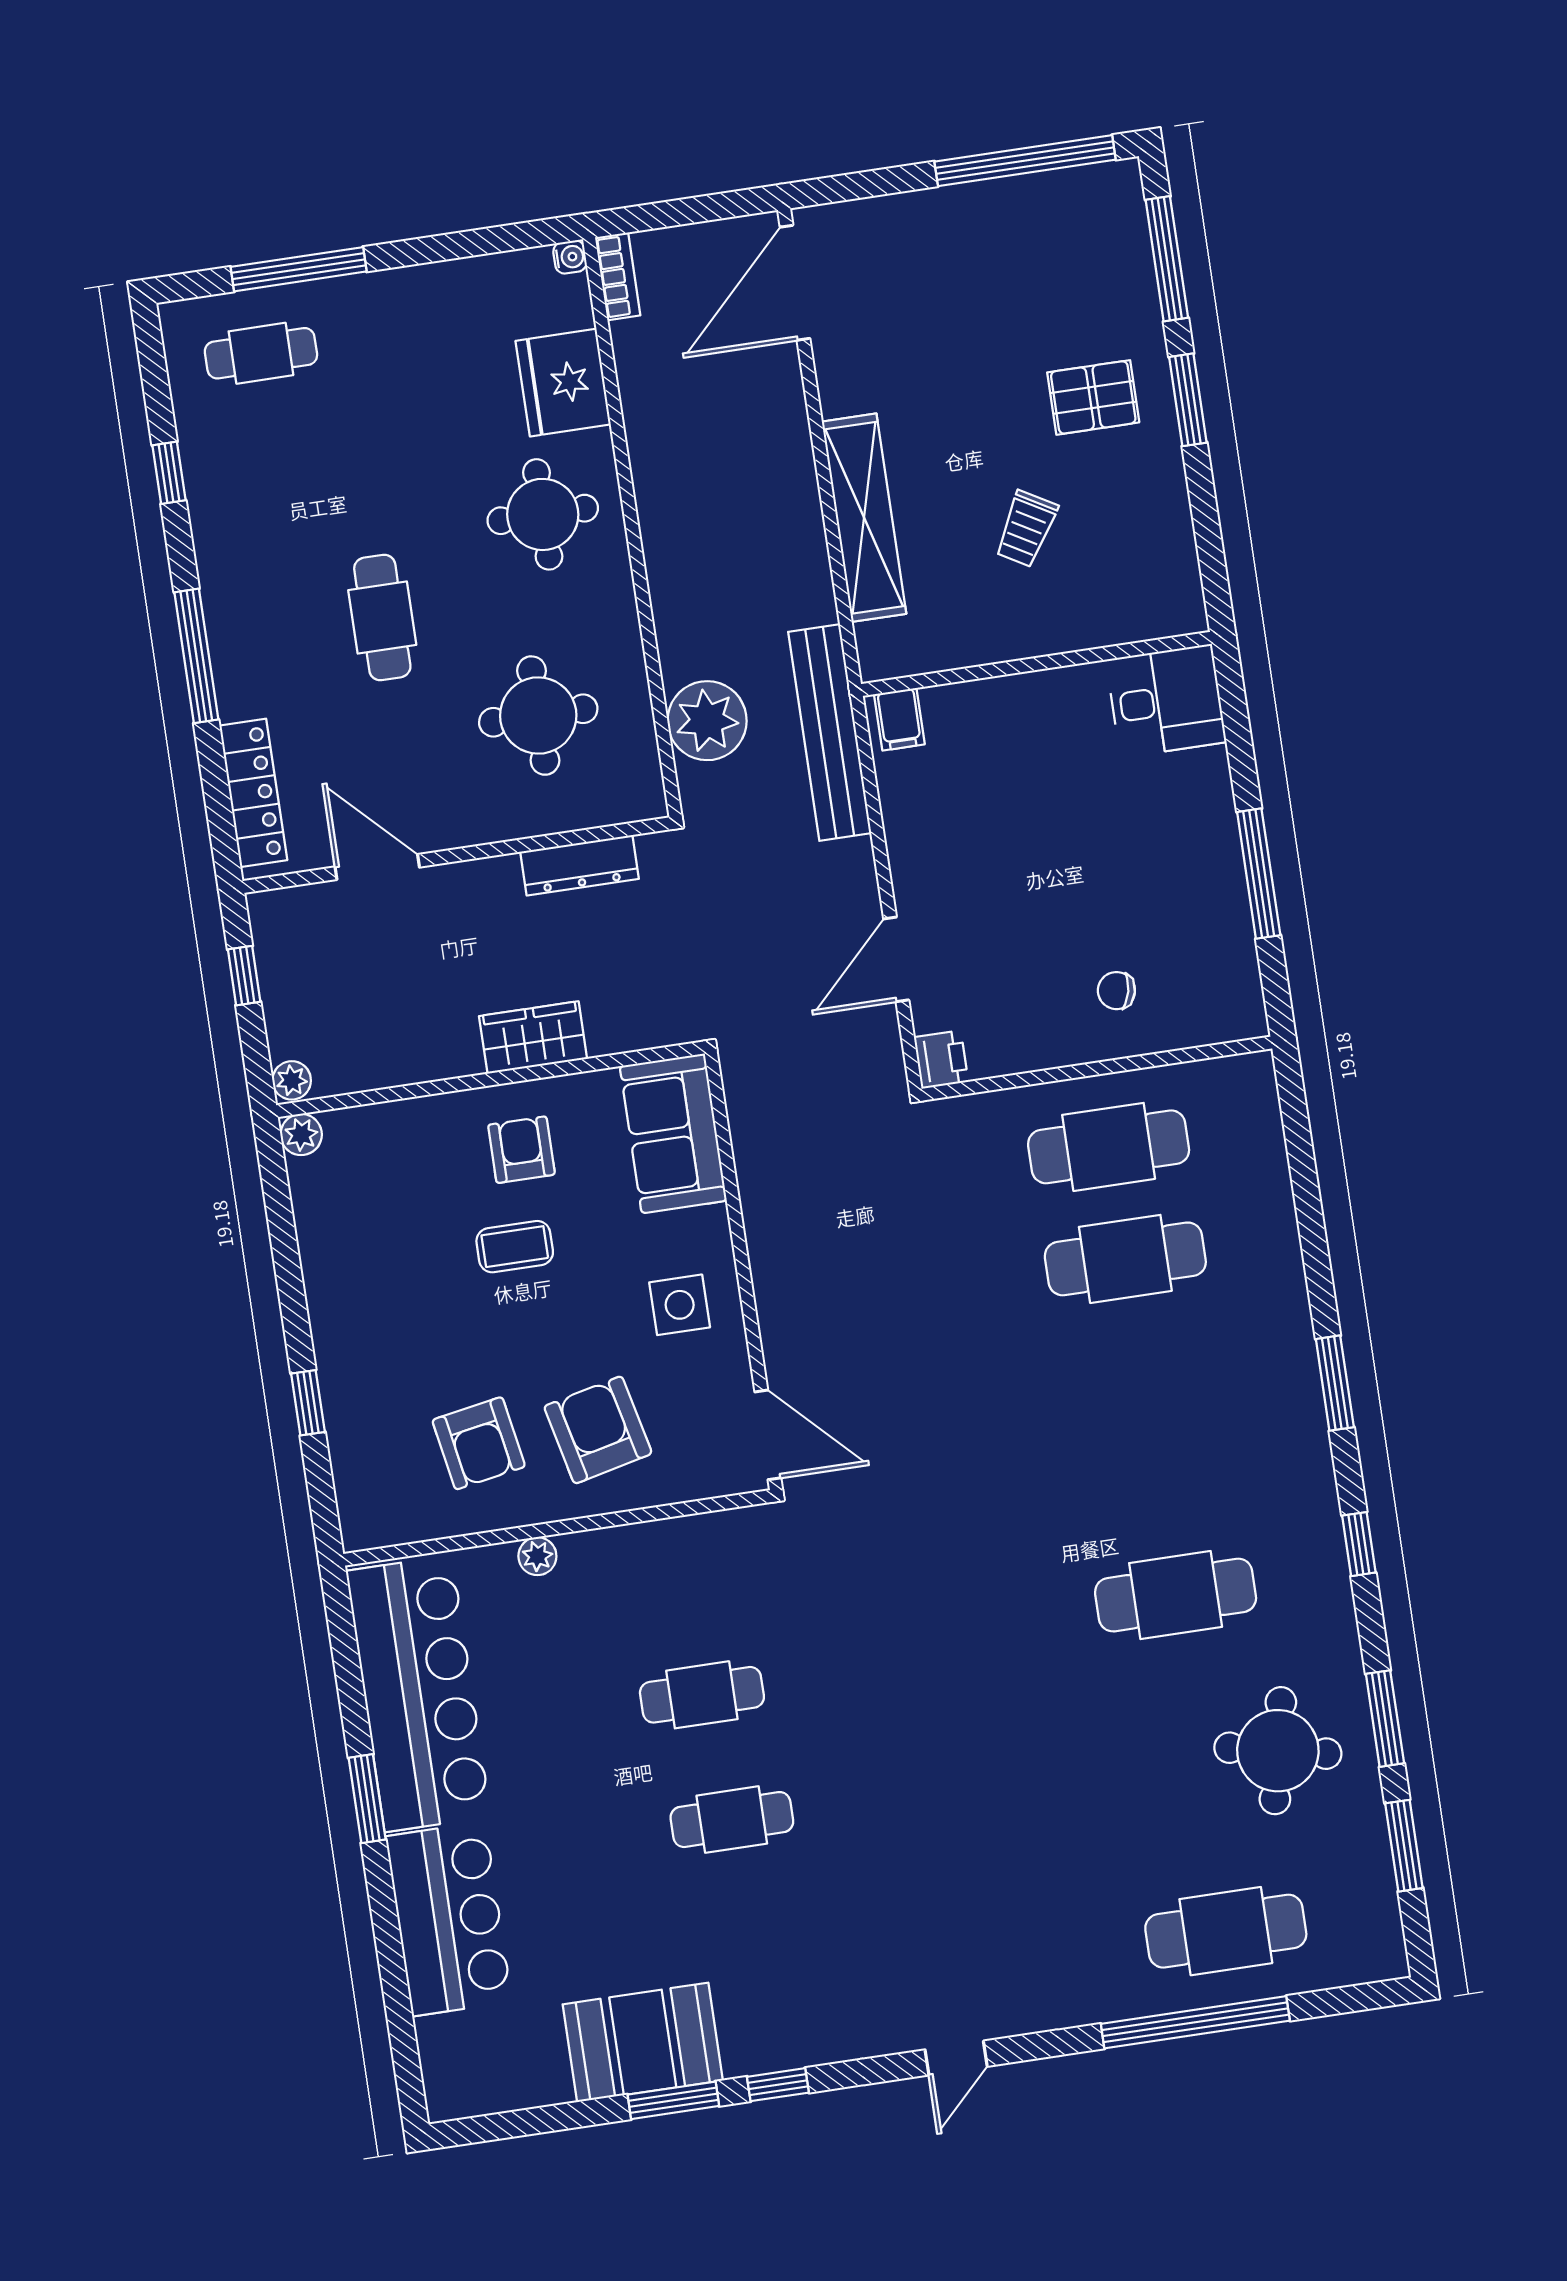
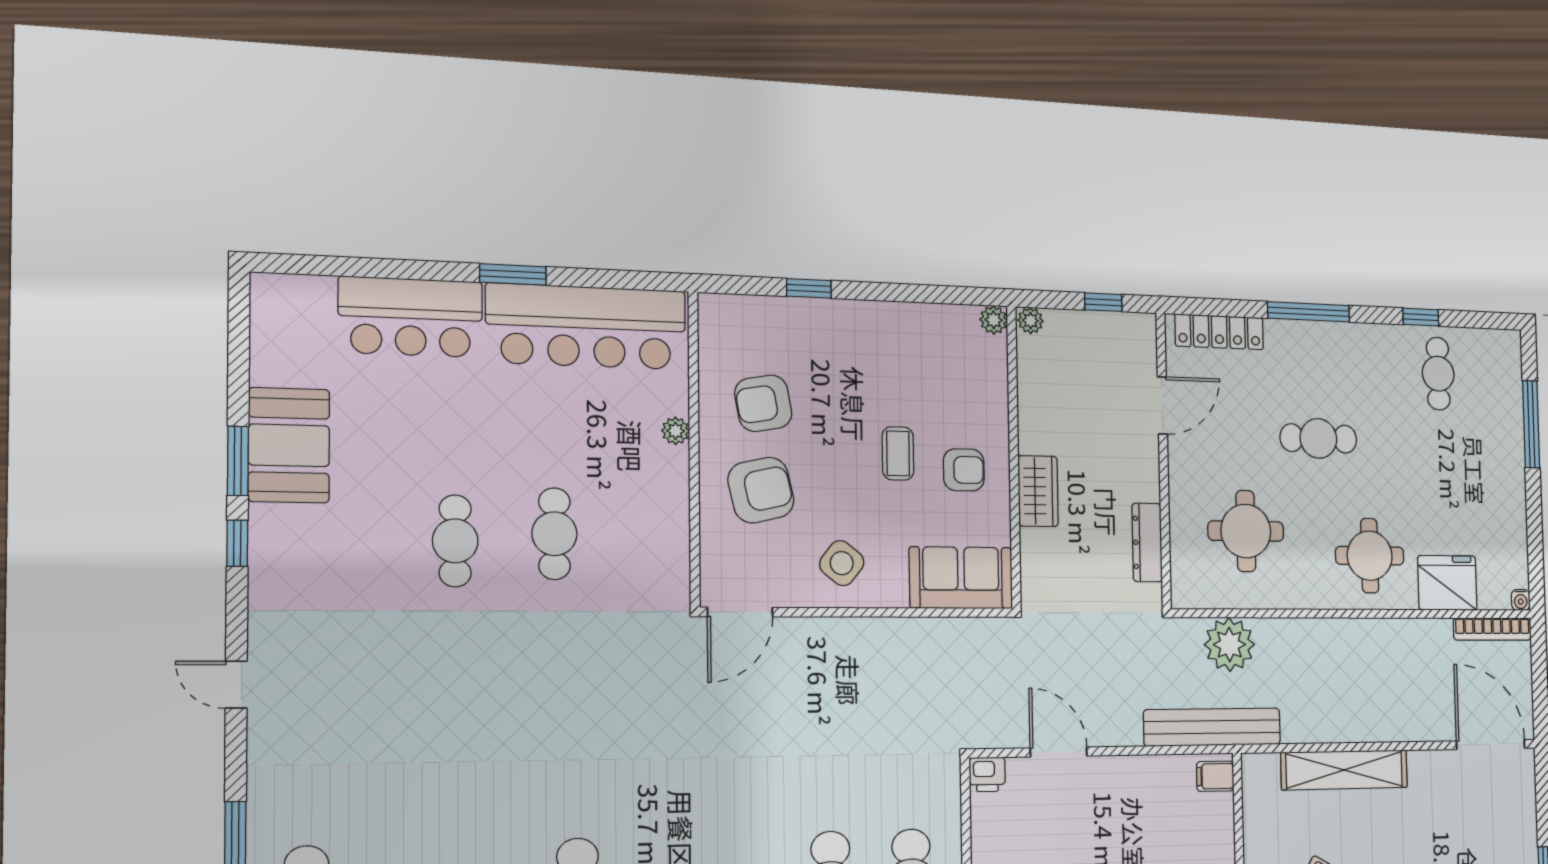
bookcase: (618, 276) -> (1492, 629), width x1.56
cafe table: (261, 353) -> (1438, 374), moved
side table: (680, 1305) -> (842, 563), turned 38

